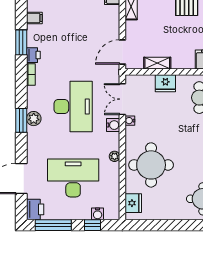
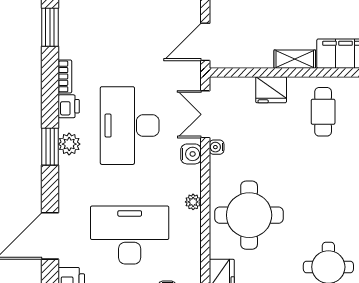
printer: (33, 55) -> (69, 106), moved
shelving: (157, 63) -> (295, 59), moved
desk: (73, 107) -> (130, 126), turned 180

